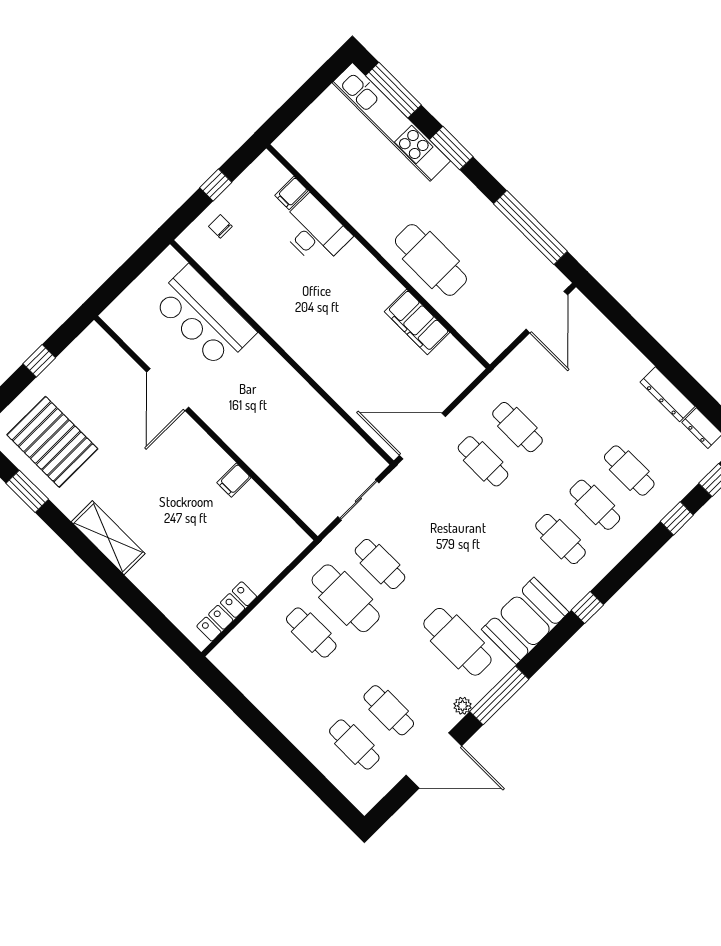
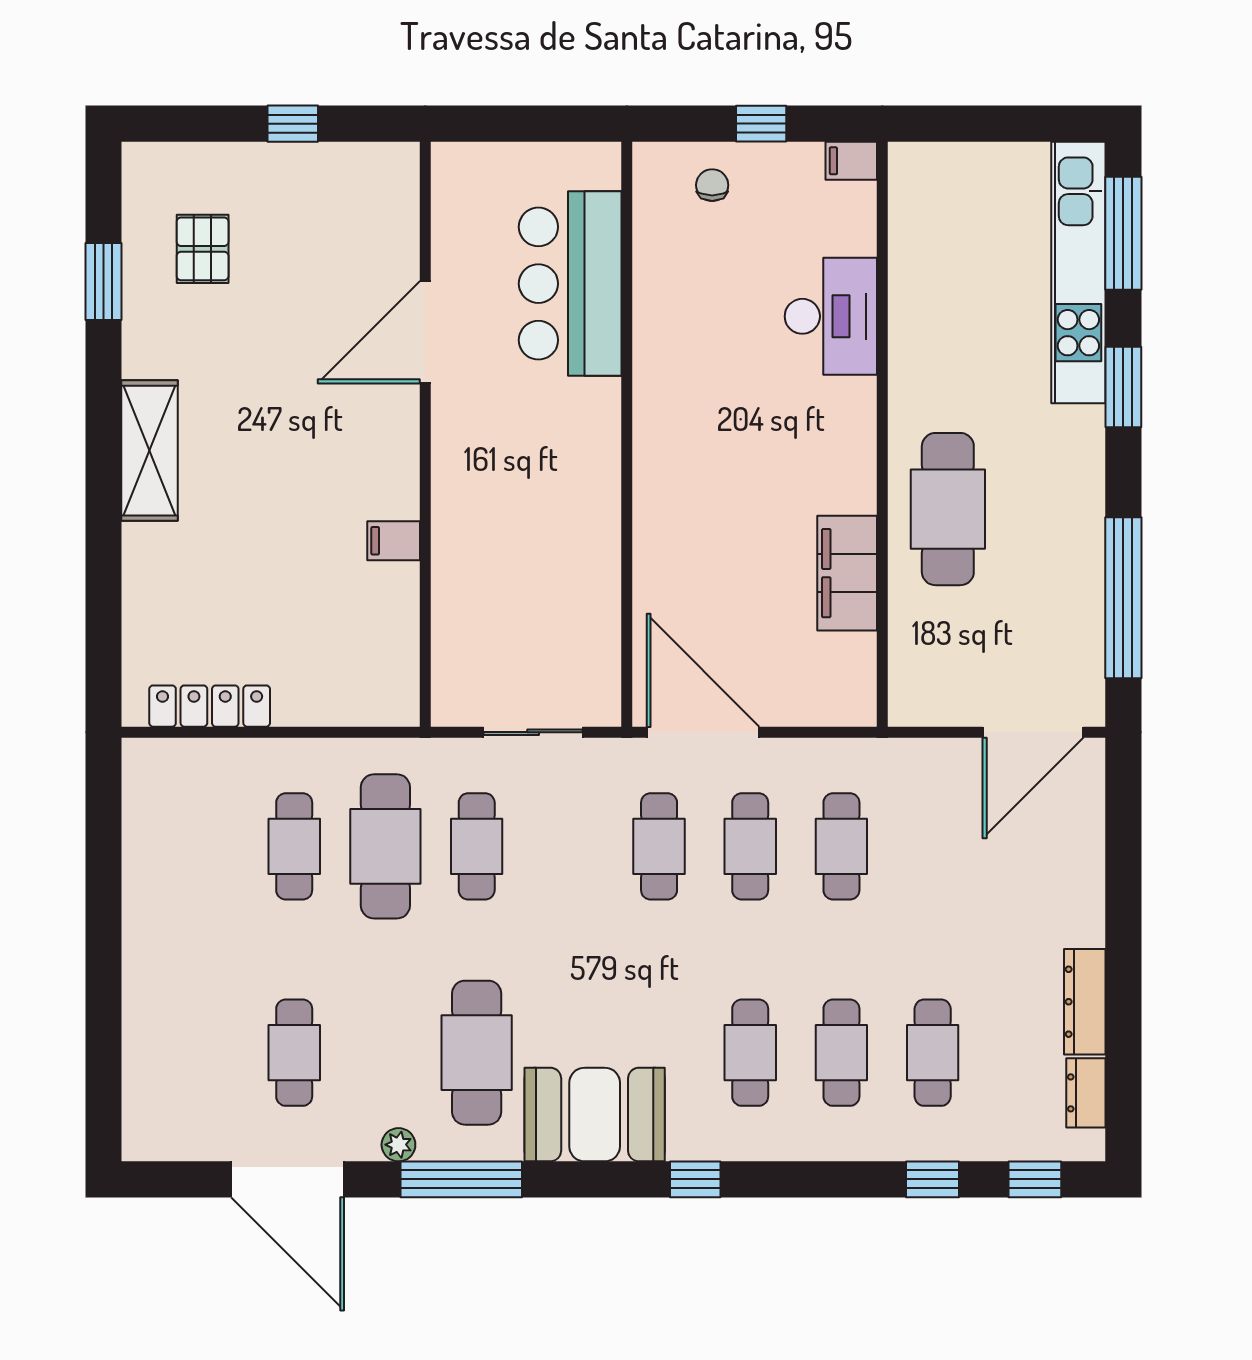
filing cabinet: (292, 193) -> (851, 161), moved
pallet: (52, 442) -> (203, 249), width x0.49, depth x0.50
cafe table: (354, 745) -> (659, 846), moved

